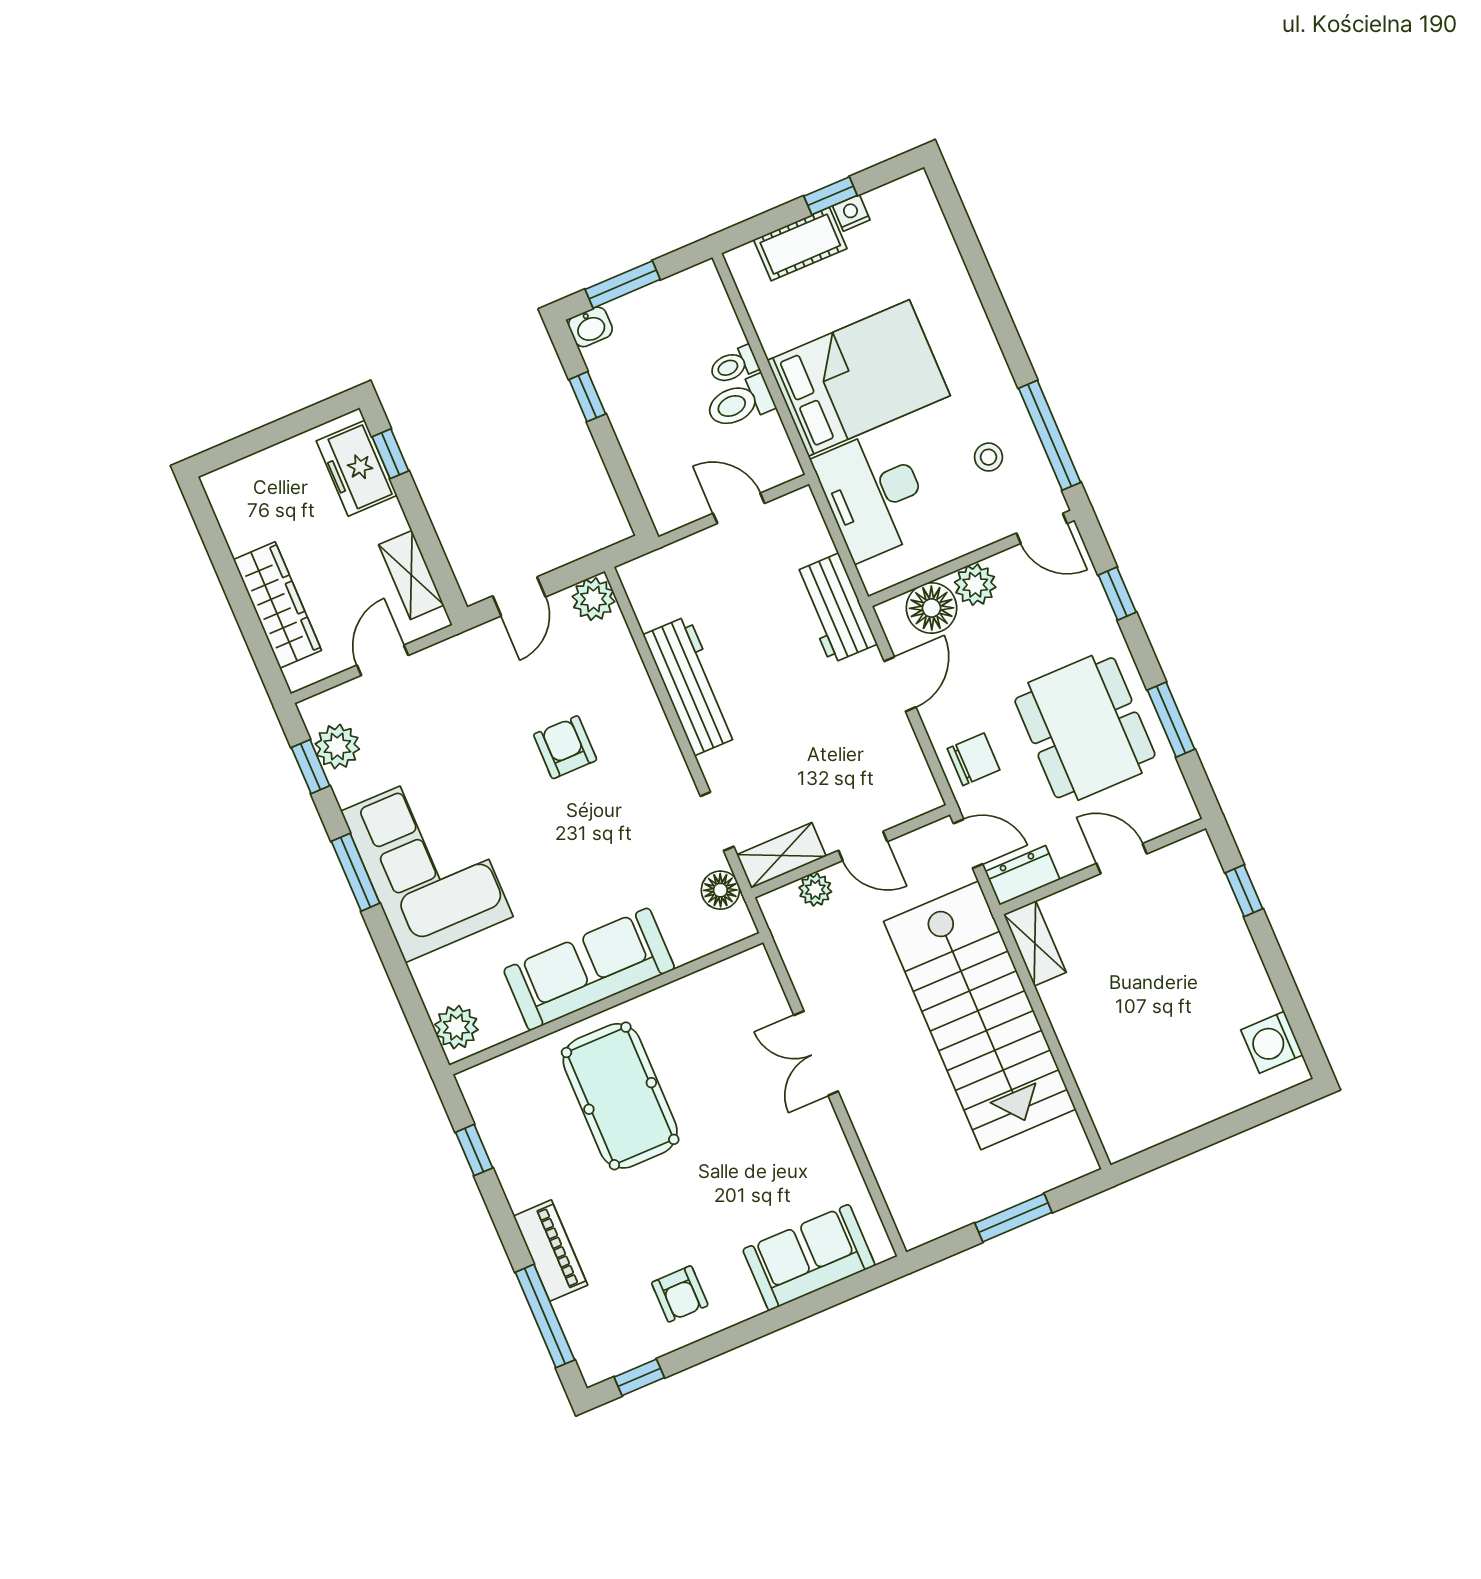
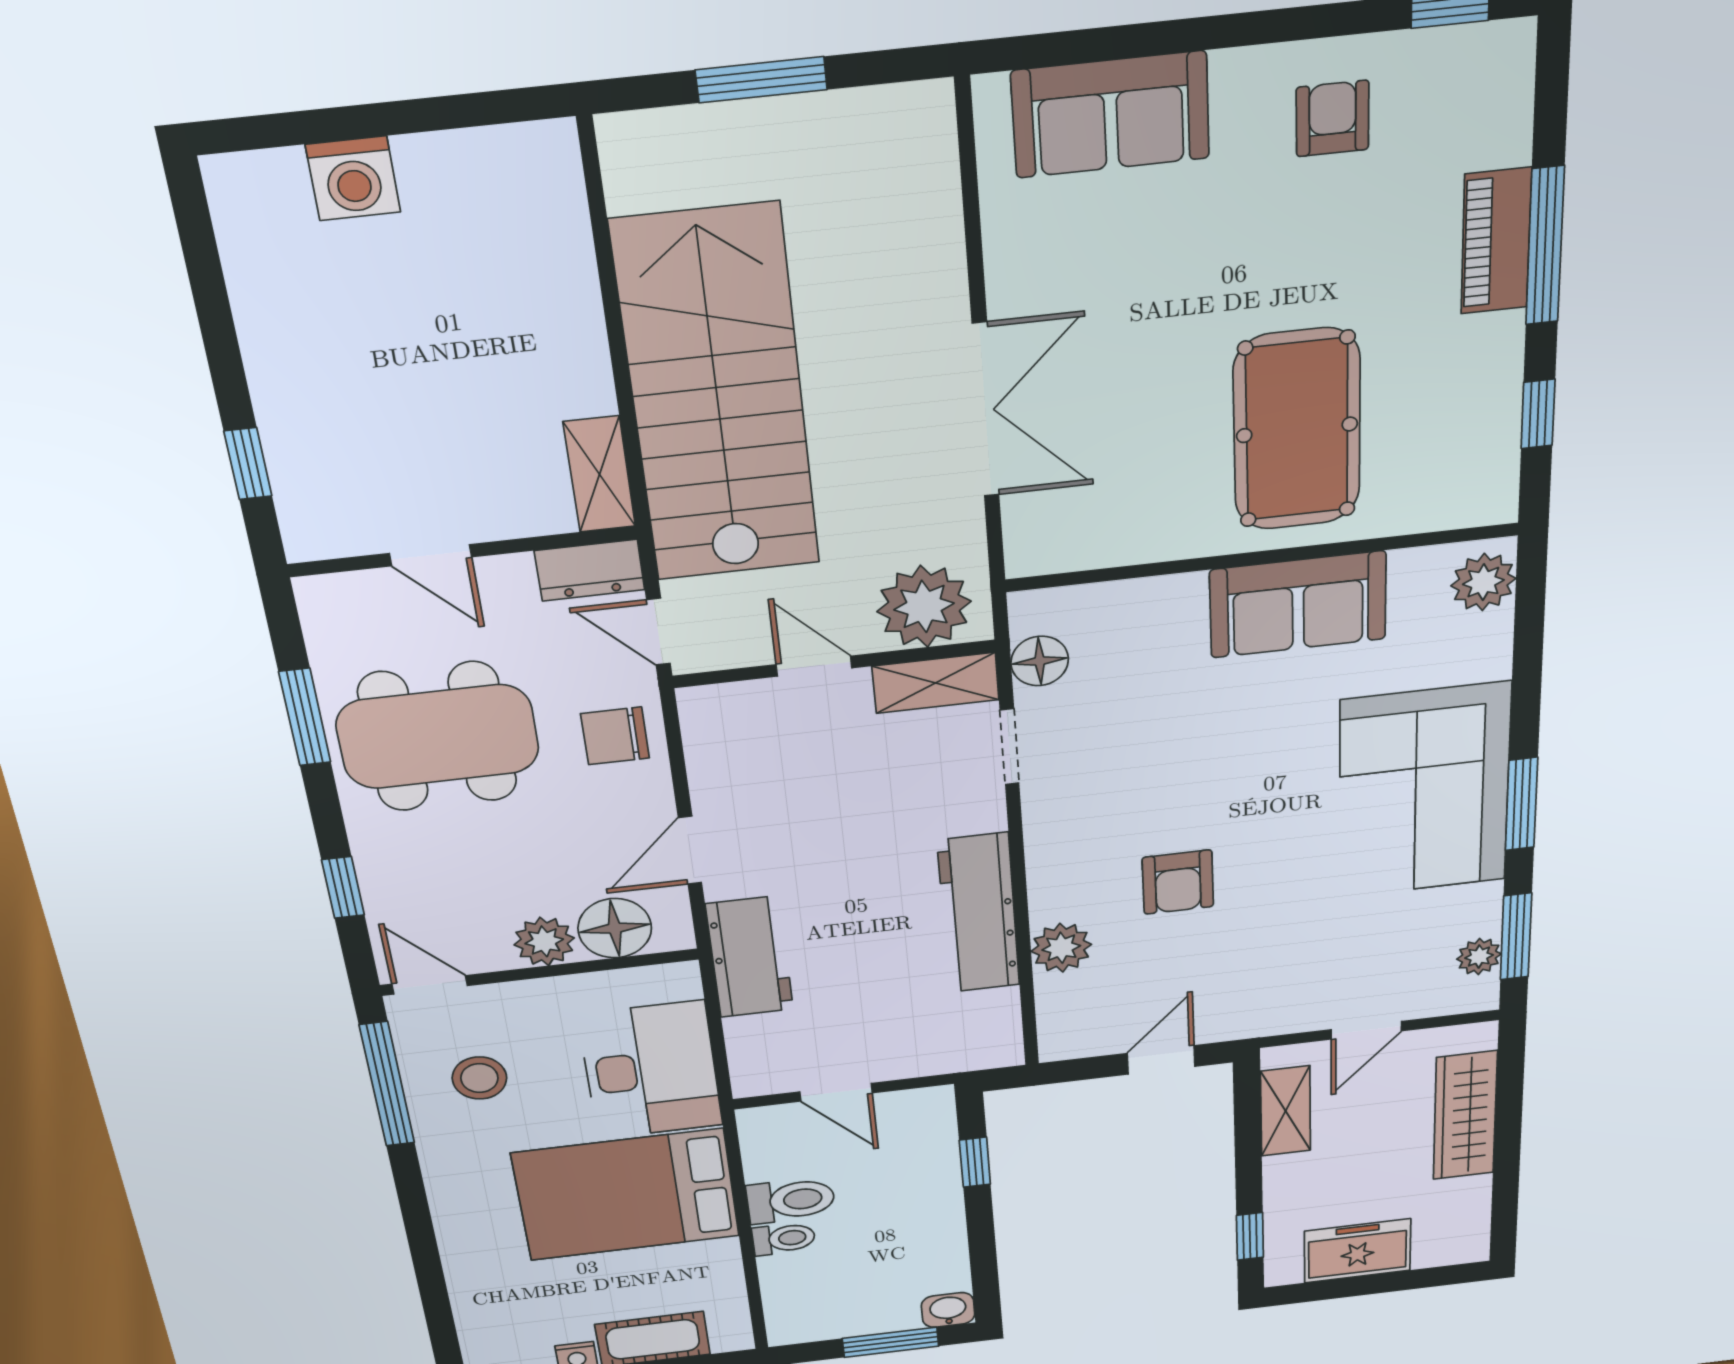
window: (587, 397) -> (975, 1162), moved
stool: (988, 457) -> (479, 1078), width x1.37, depth x1.37
freezer: (357, 468) -> (1357, 1251), moved, turned -90
plant: (594, 599) -> (1061, 948), moved
dining table: (1085, 728) -> (438, 737), turned 90
plant: (337, 746) -> (1479, 957), width x0.73, depth x0.73
window: (311, 767) -> (1516, 937), width x1.50
plant: (815, 890) -> (924, 606), width x1.88, depth x1.88
sofa: (589, 969) -> (1298, 604), width x0.73
washing machine: (1272, 1042) -> (353, 178), moved, turned 90
double door: (816, 1053) -> (986, 410), width x1.37
window: (545, 1316) -> (1545, 246), moved

